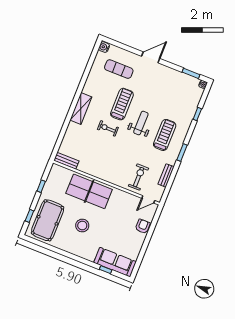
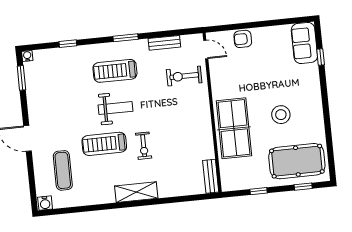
weight bench: (141, 123) -> (115, 108), turned 180
sofa: (115, 262) -> (304, 43), width x0.73

